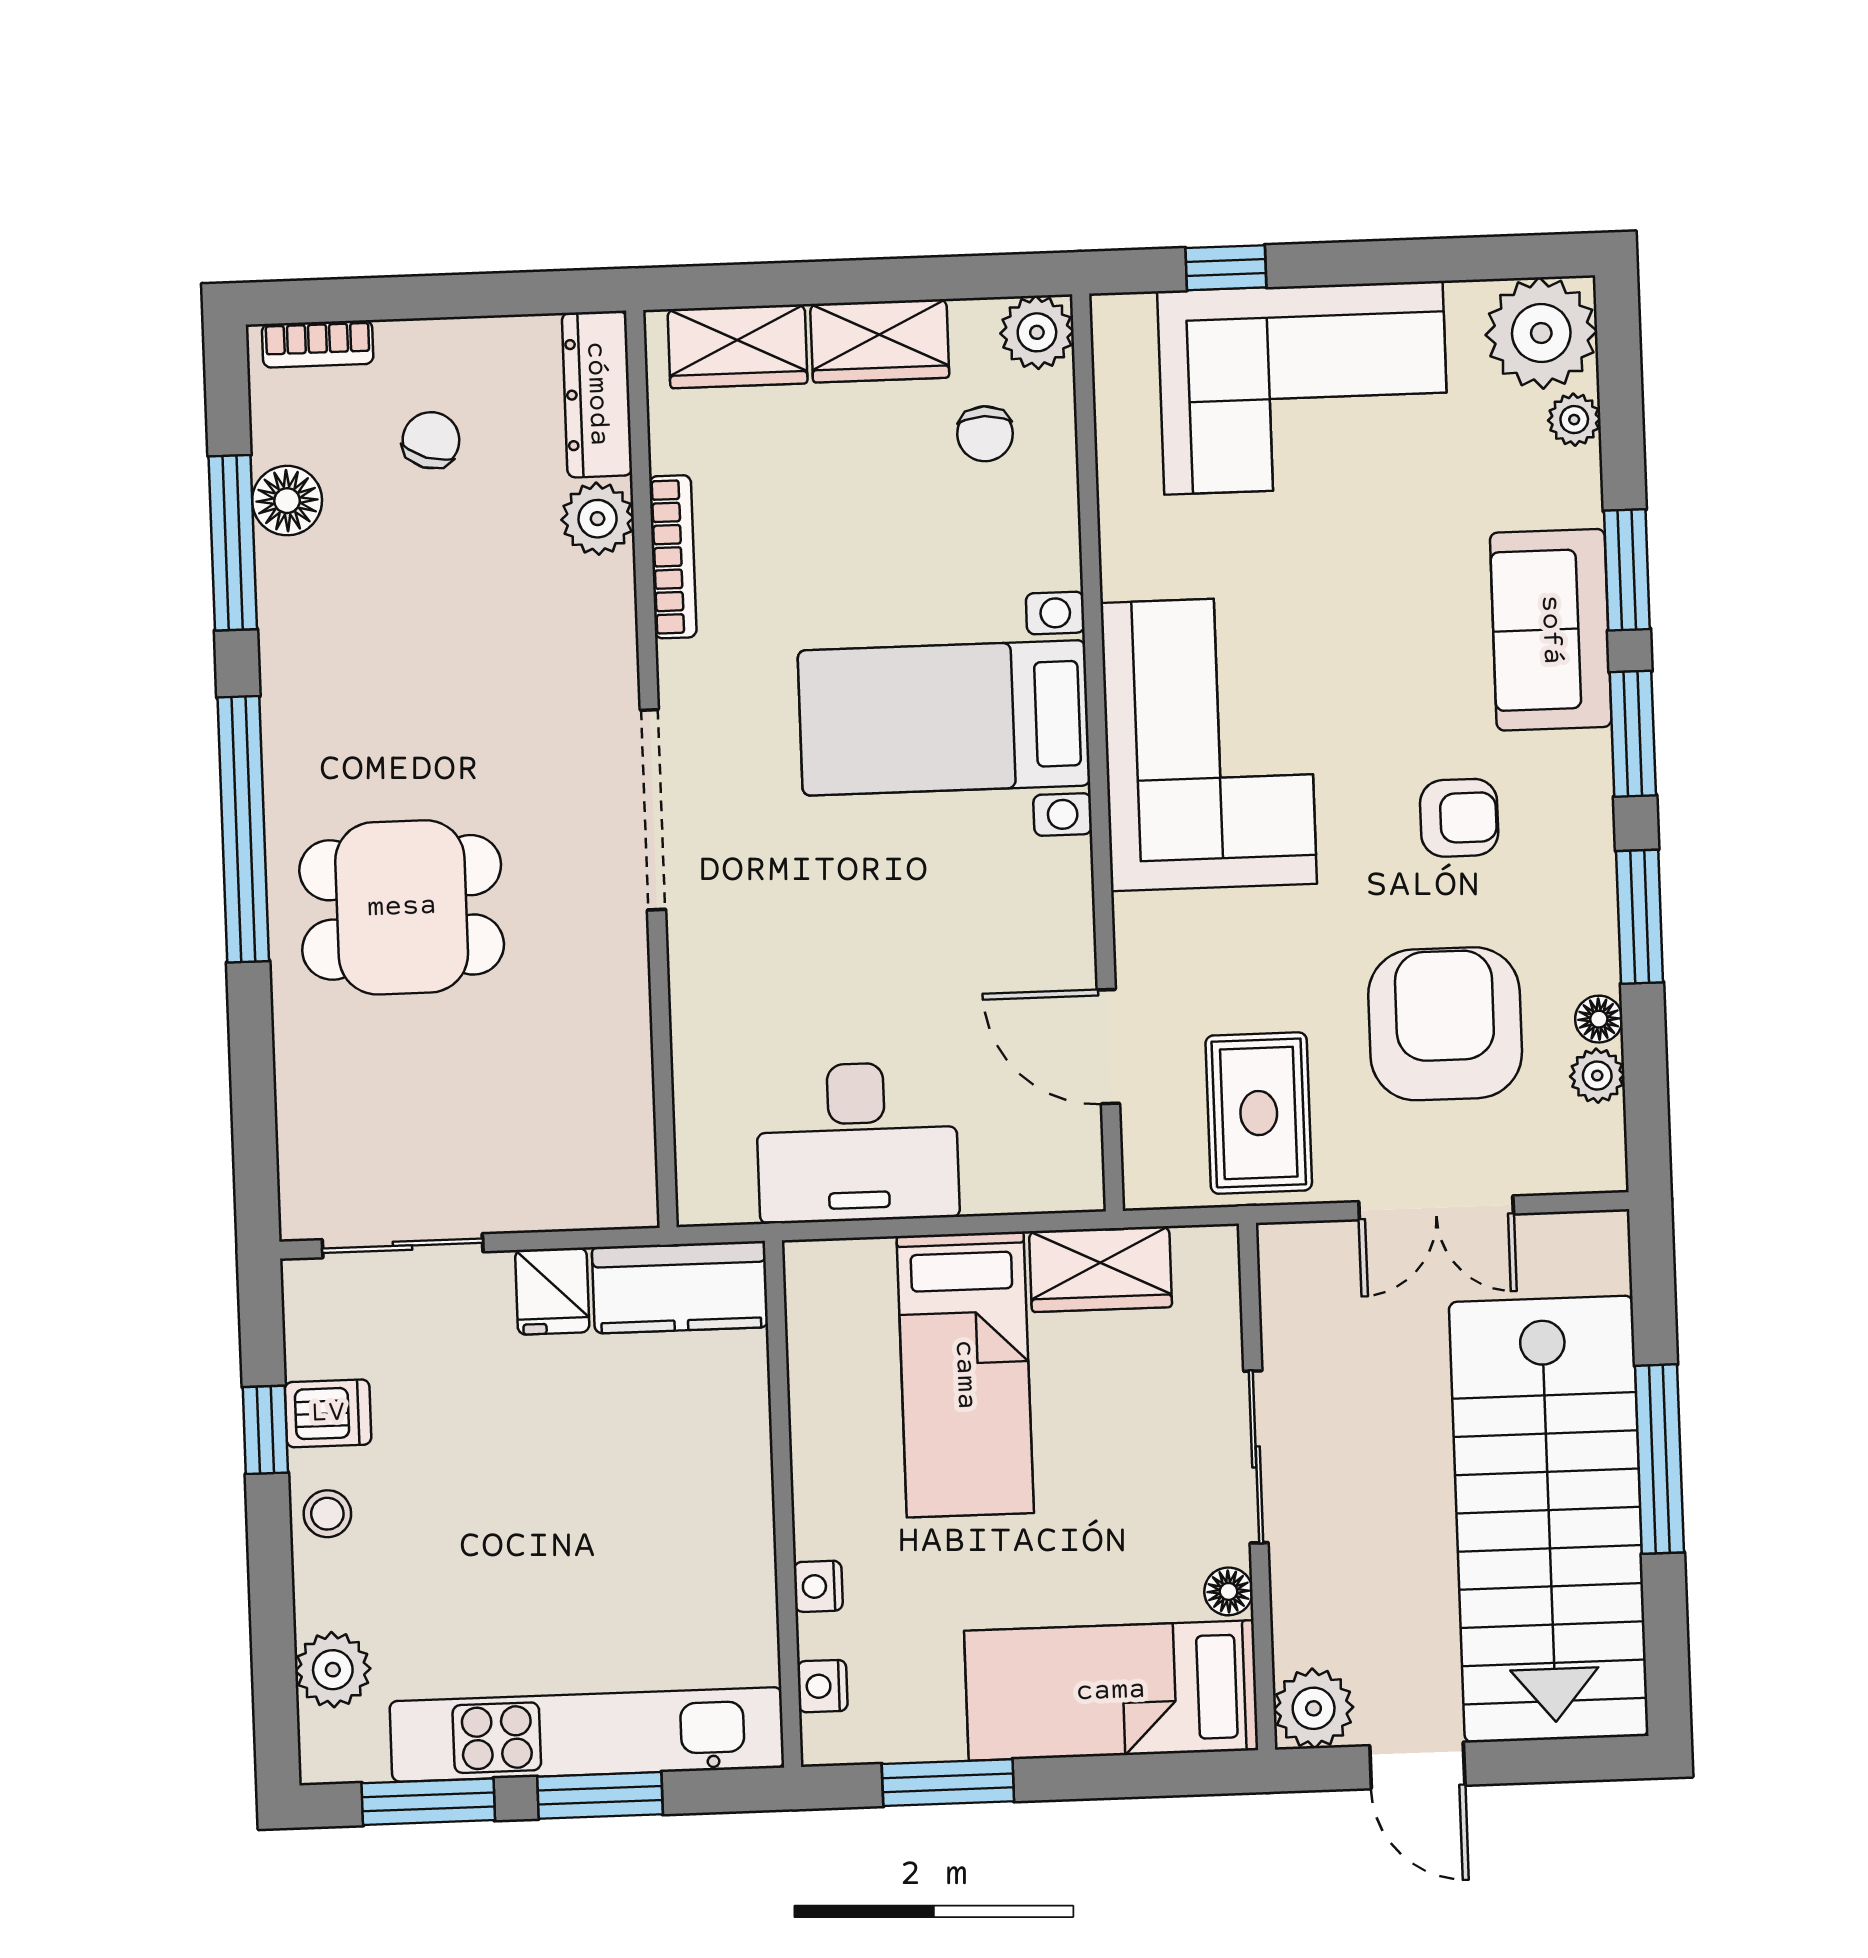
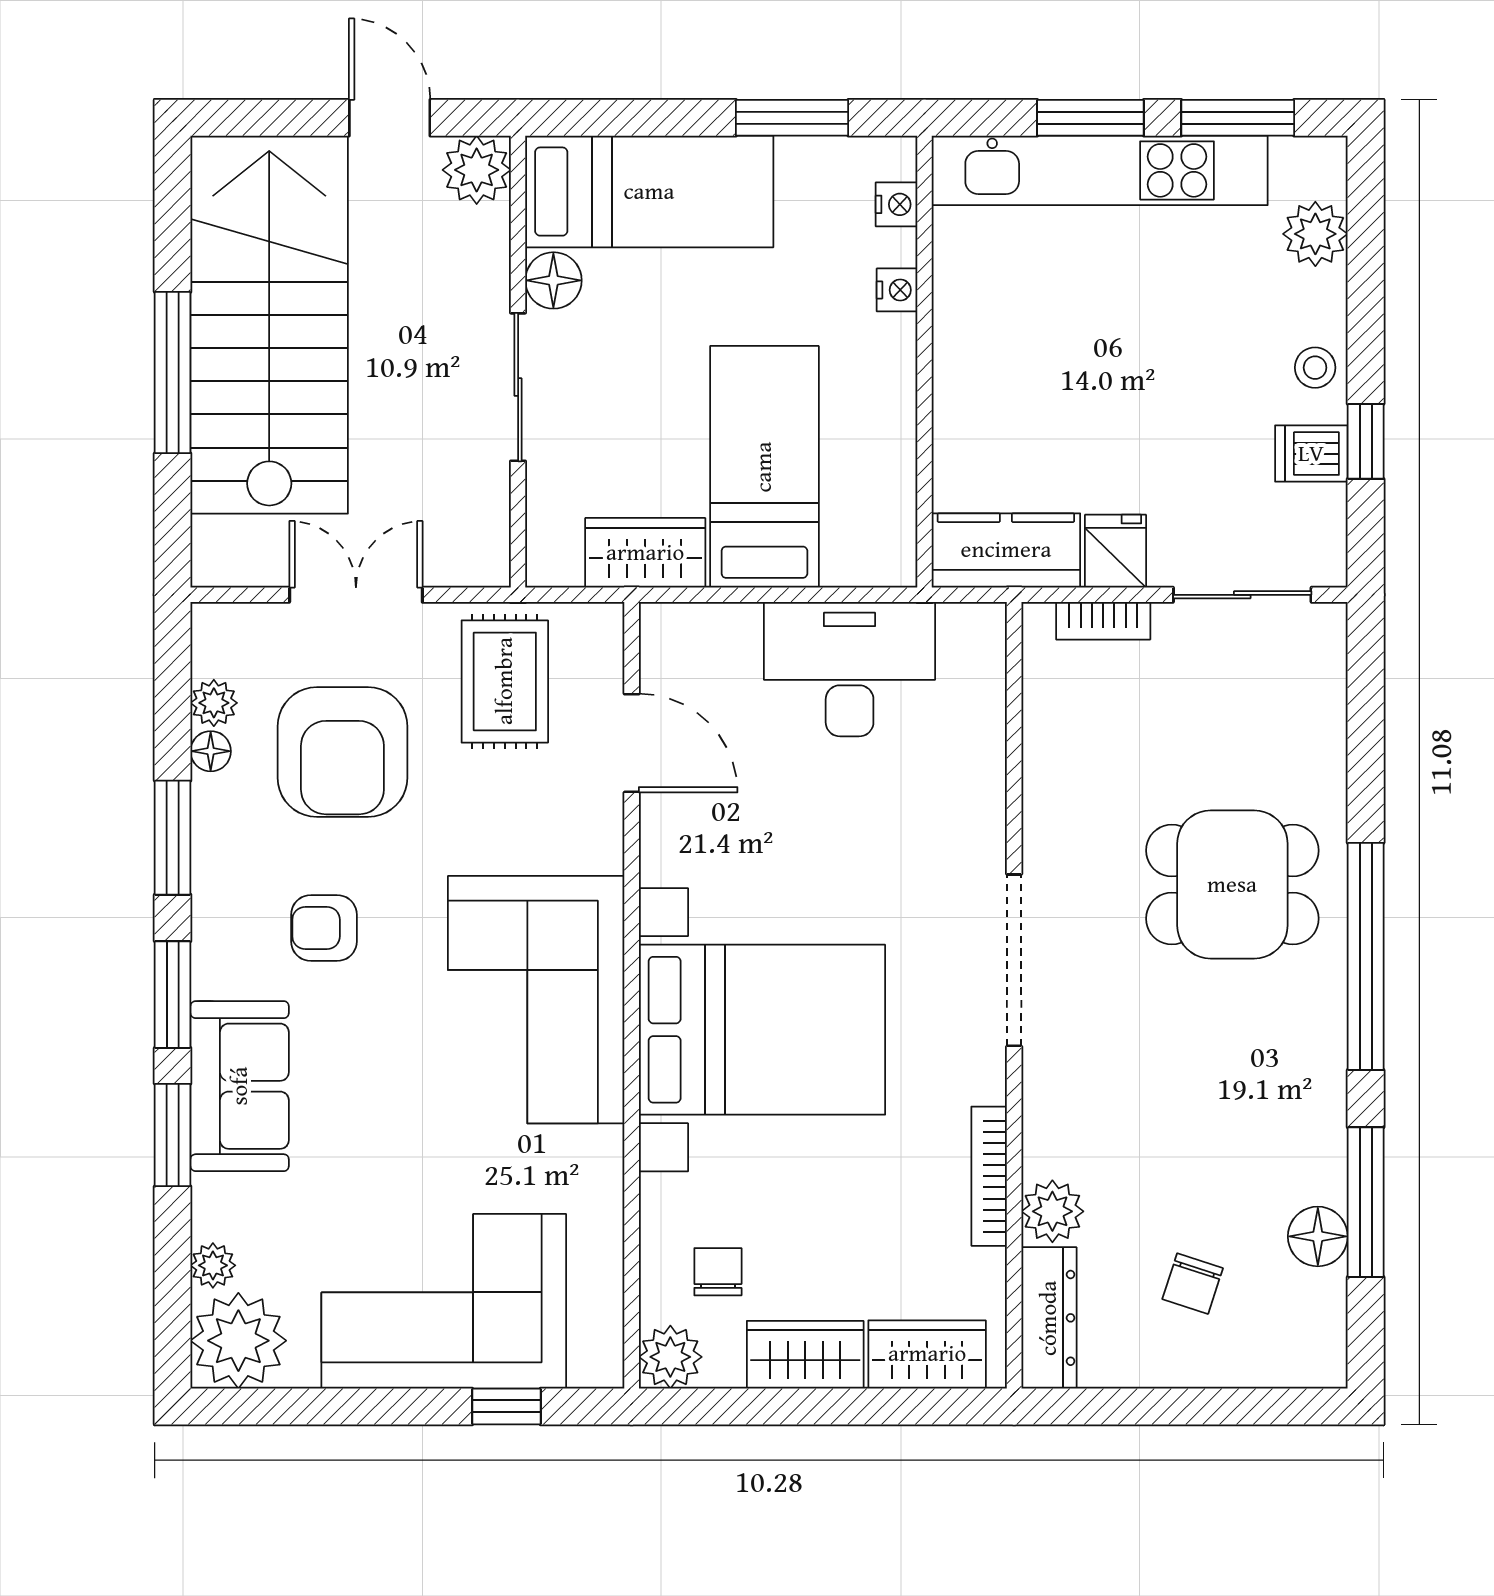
bookcase: (318, 344) -> (1103, 621), moved, turned 180
bed with nightstands: (944, 718) -> (762, 1030), width x1.36
floor lamp: (1228, 1591) -> (553, 280), width x1.37, depth x1.37

